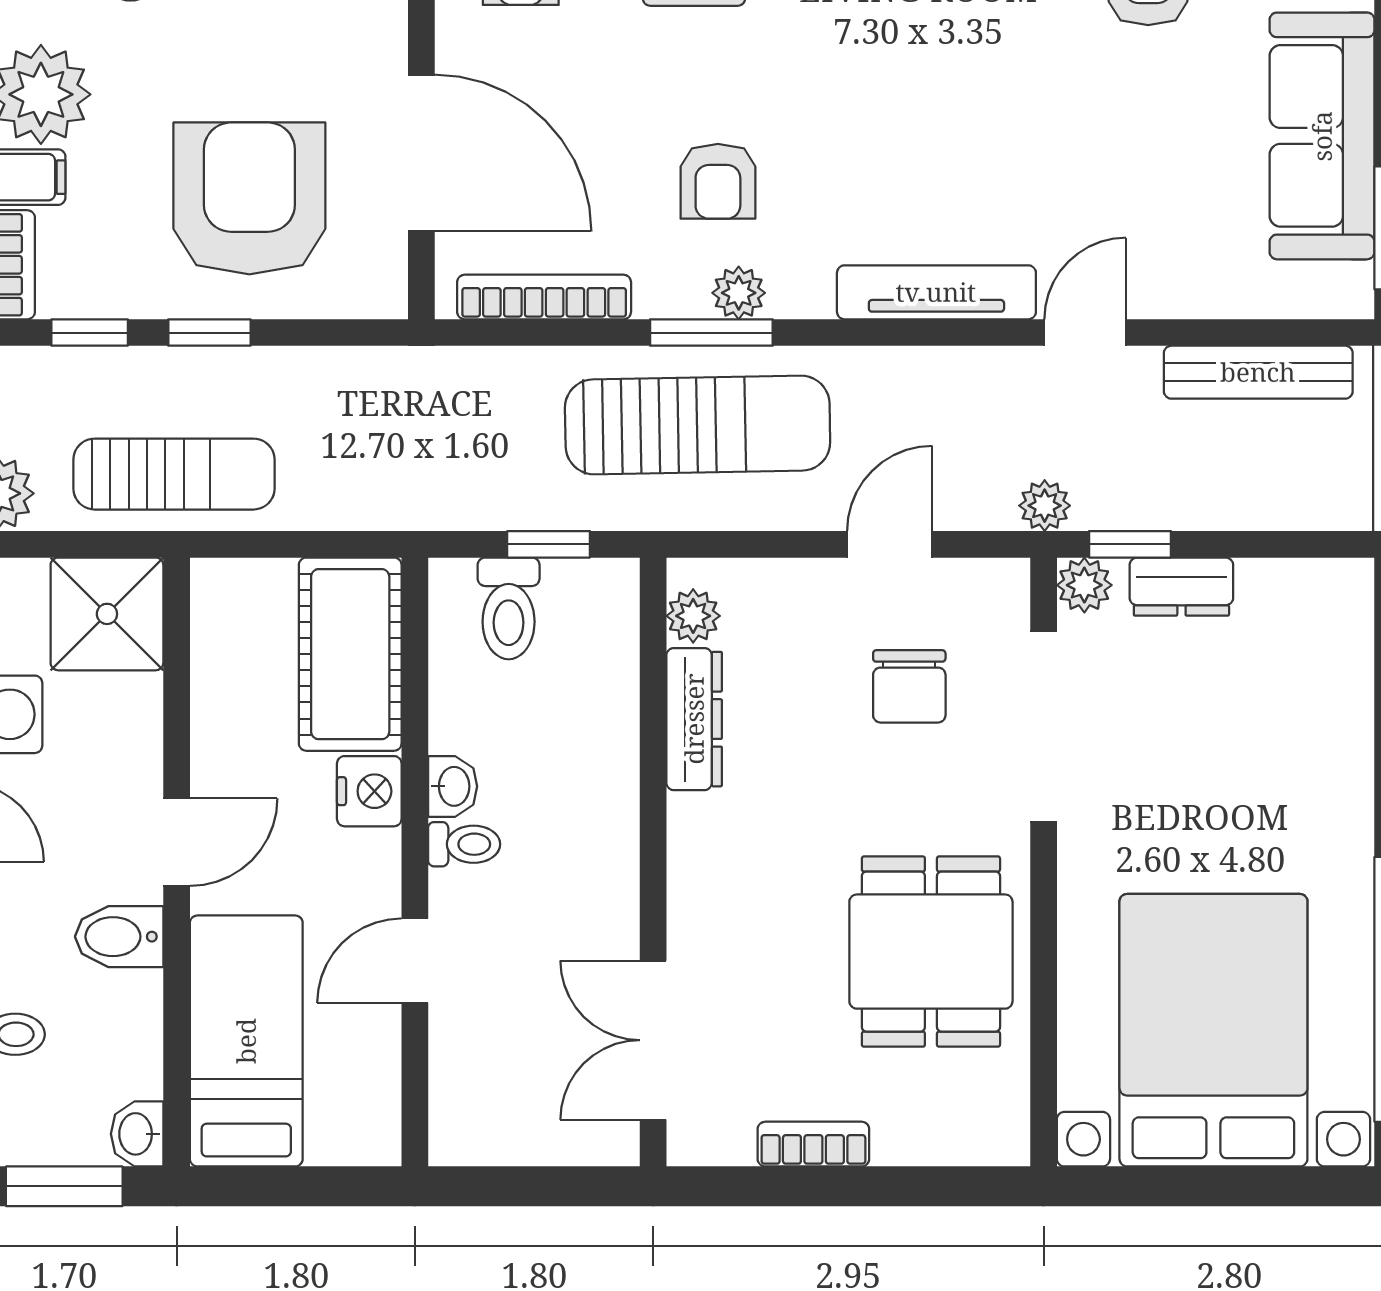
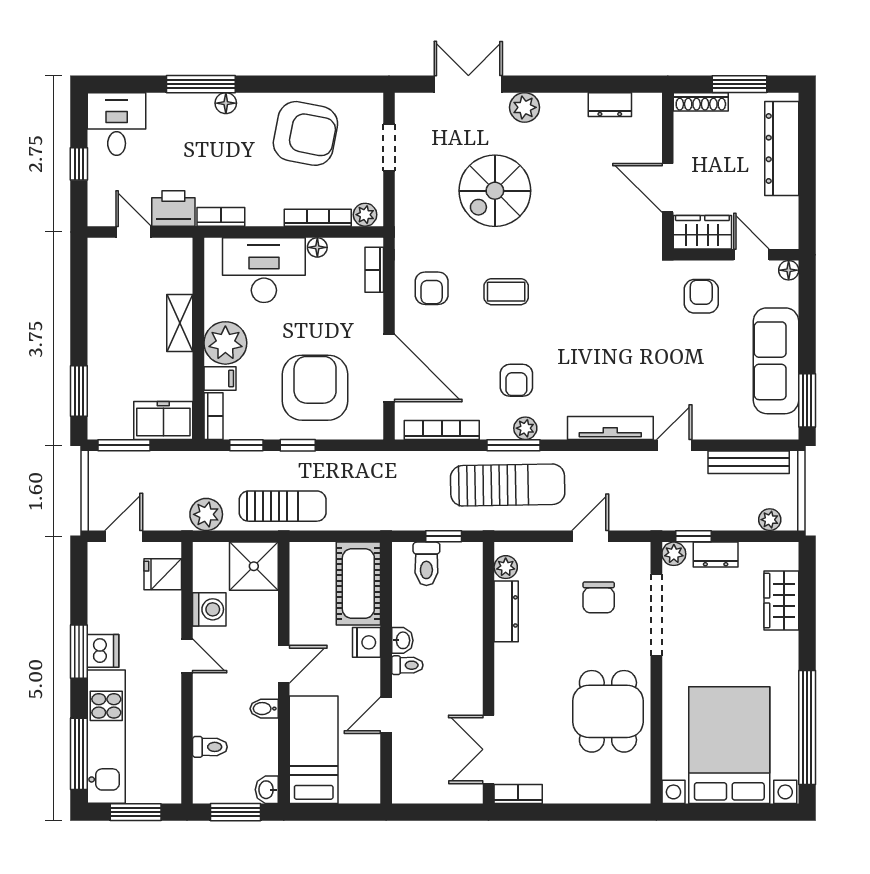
plant: (1045, 506) -> (770, 520), moved
wardrobe: (1334, 694) -> (781, 601), added
bidet: (119, 937) -> (264, 709), width x0.72, depth x0.74
bookcase: (813, 1144) -> (518, 794), moved

